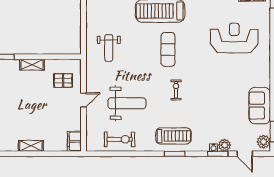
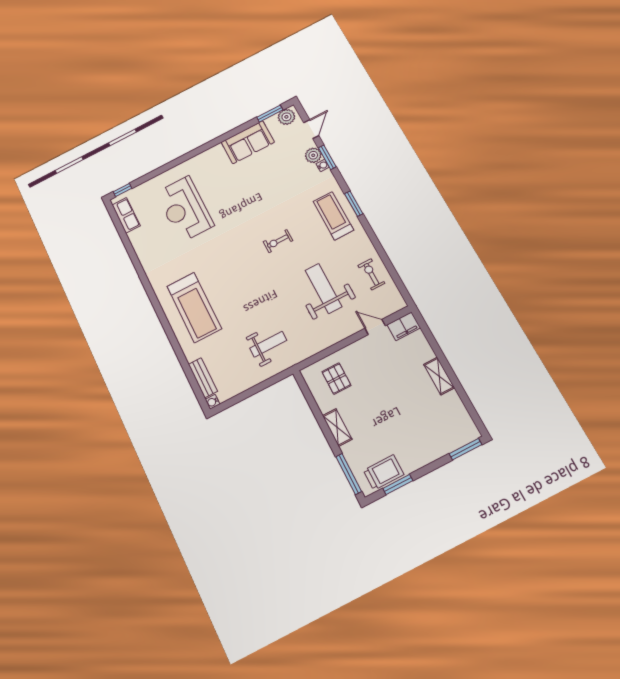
exercise mat: (168, 49) -> (235, 275), removed
door: (83, 100) -> (375, 327), moved
exercise bike: (120, 139) -> (371, 274), width x0.73, depth x0.72

